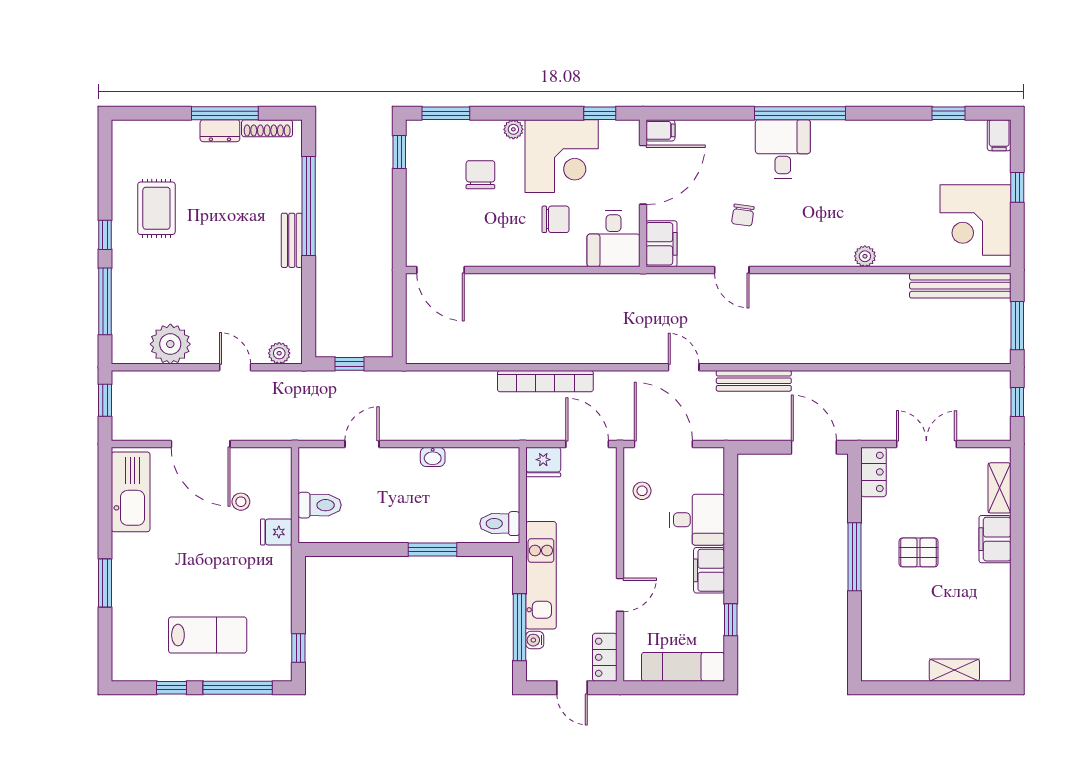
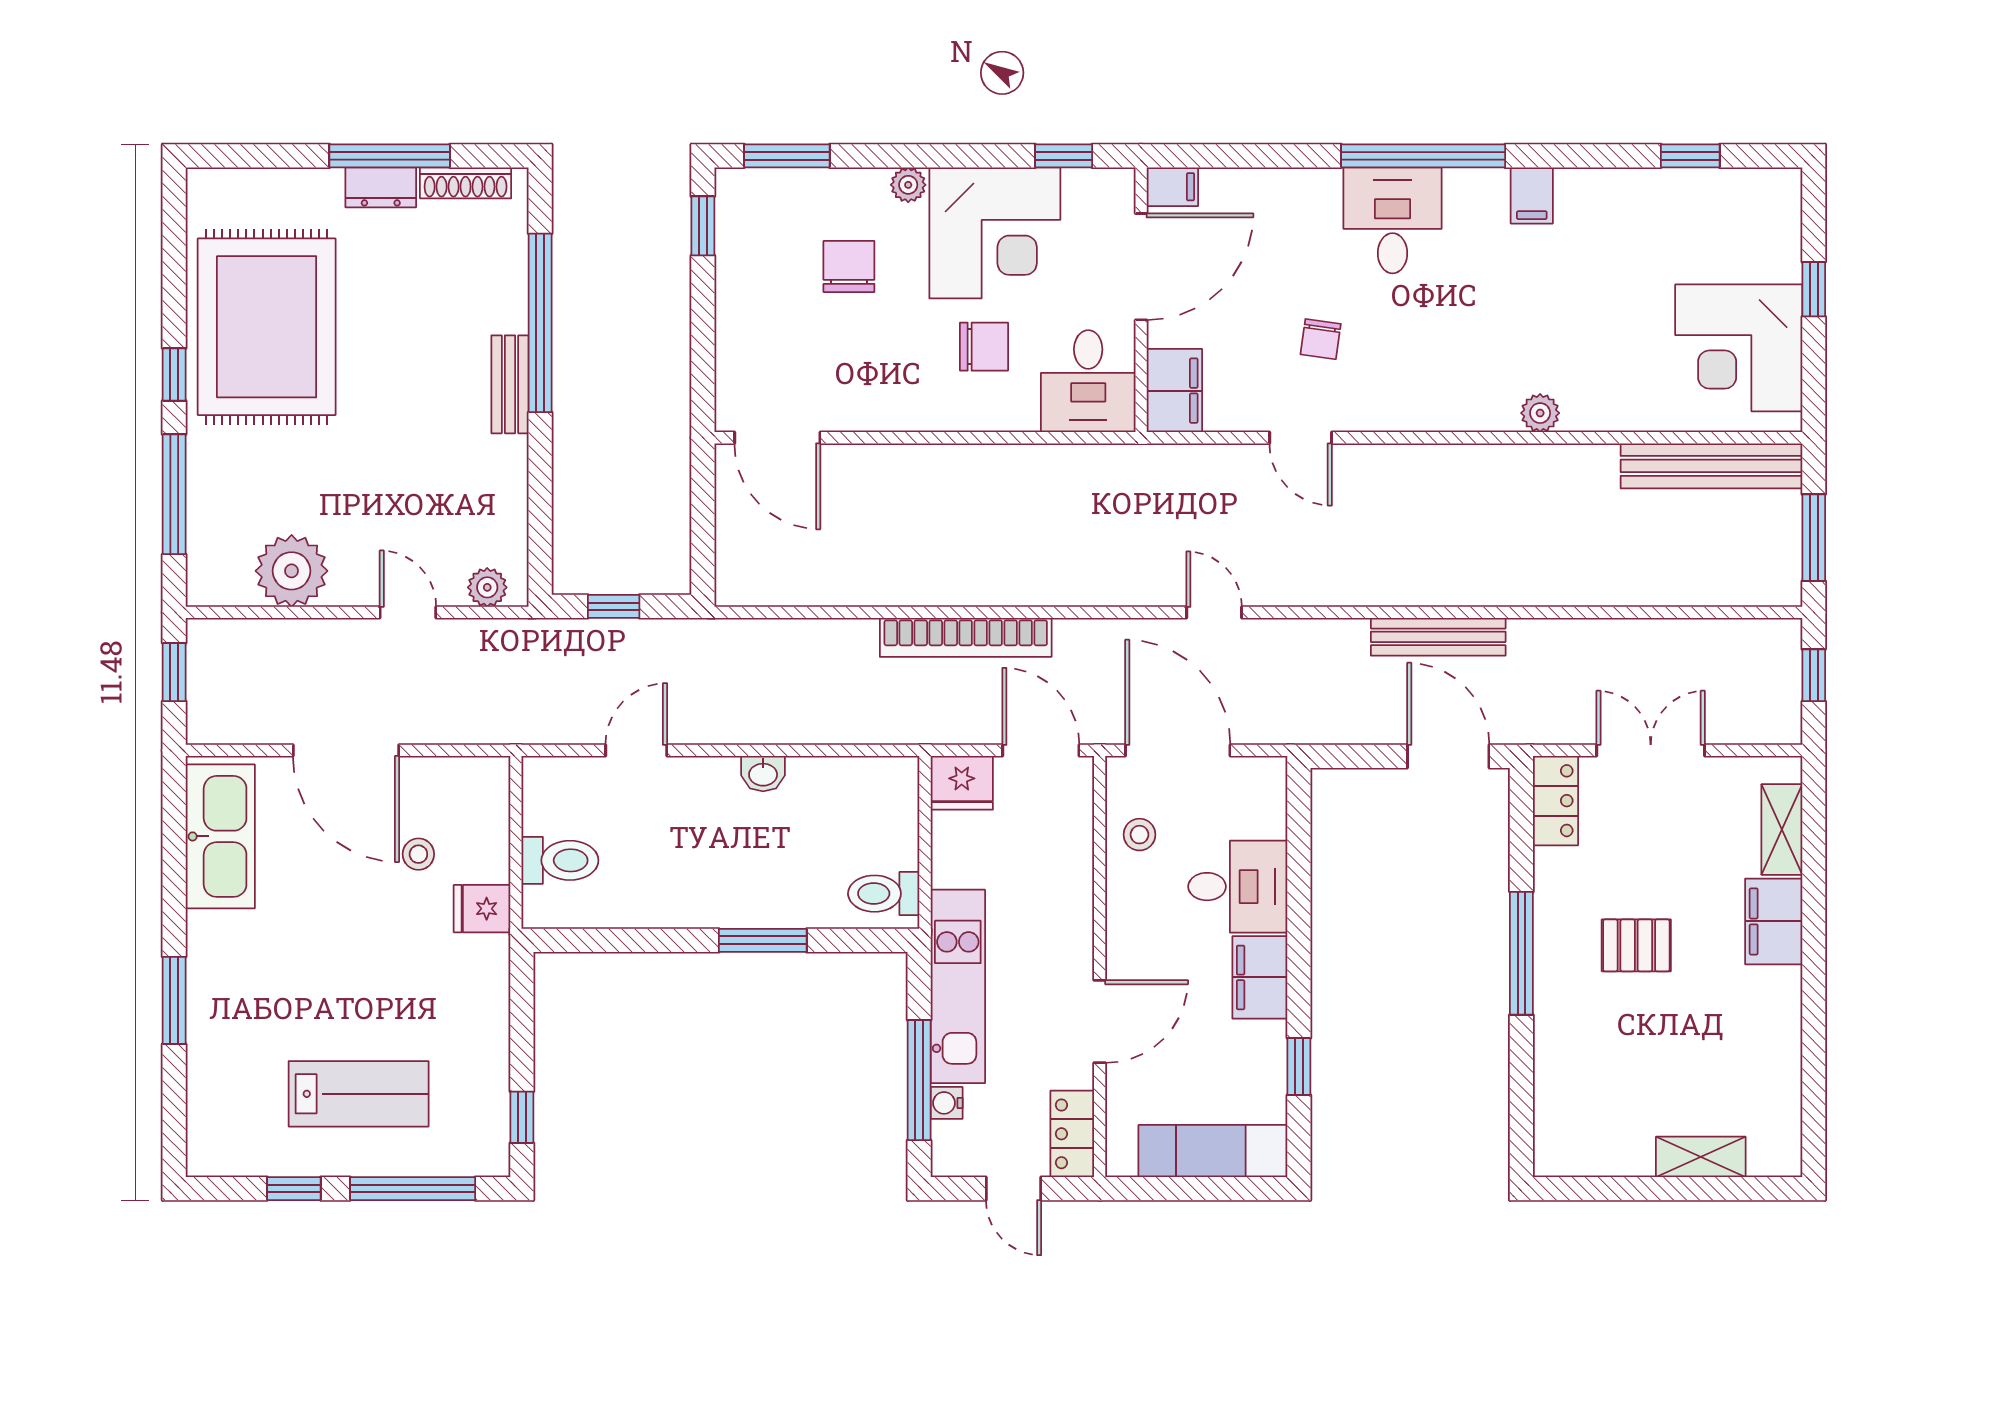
filing cabinet: (999, 135) -> (1532, 195), moved
rug: (156, 208) -> (267, 327), width x1.86, depth x2.06
bench: (754, 381) -> (1438, 637), moved
door: (620, 595) -> (1100, 1022), width x1.38

